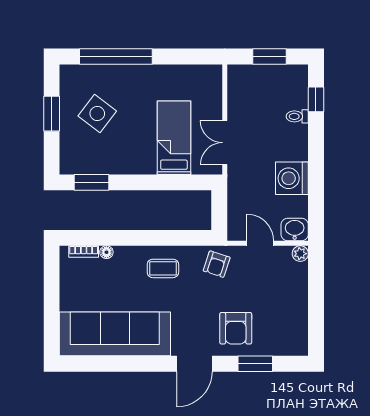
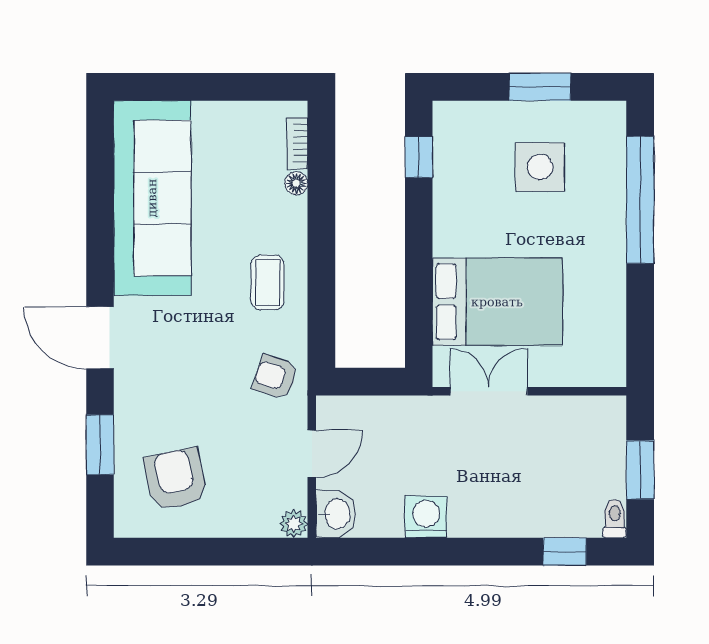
side table: (97, 113) -> (540, 167), turned -37
toilet: (297, 116) -> (615, 519), moved
bed: (174, 138) -> (497, 302), width x1.50
washing machine: (292, 178) -> (426, 517), width x0.73, depth x0.73
window: (92, 182) -> (419, 157), width x0.67
armchair: (236, 328) -> (176, 479), moved, turned 78

